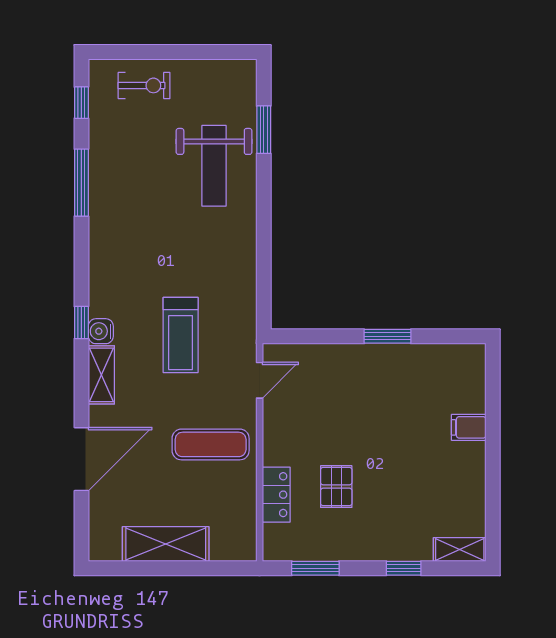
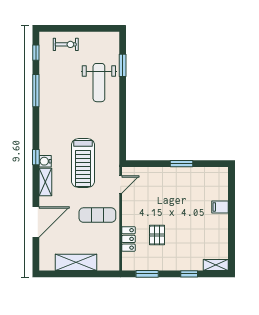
treadmill: (181, 335) -> (83, 163), width x1.37, depth x1.38

